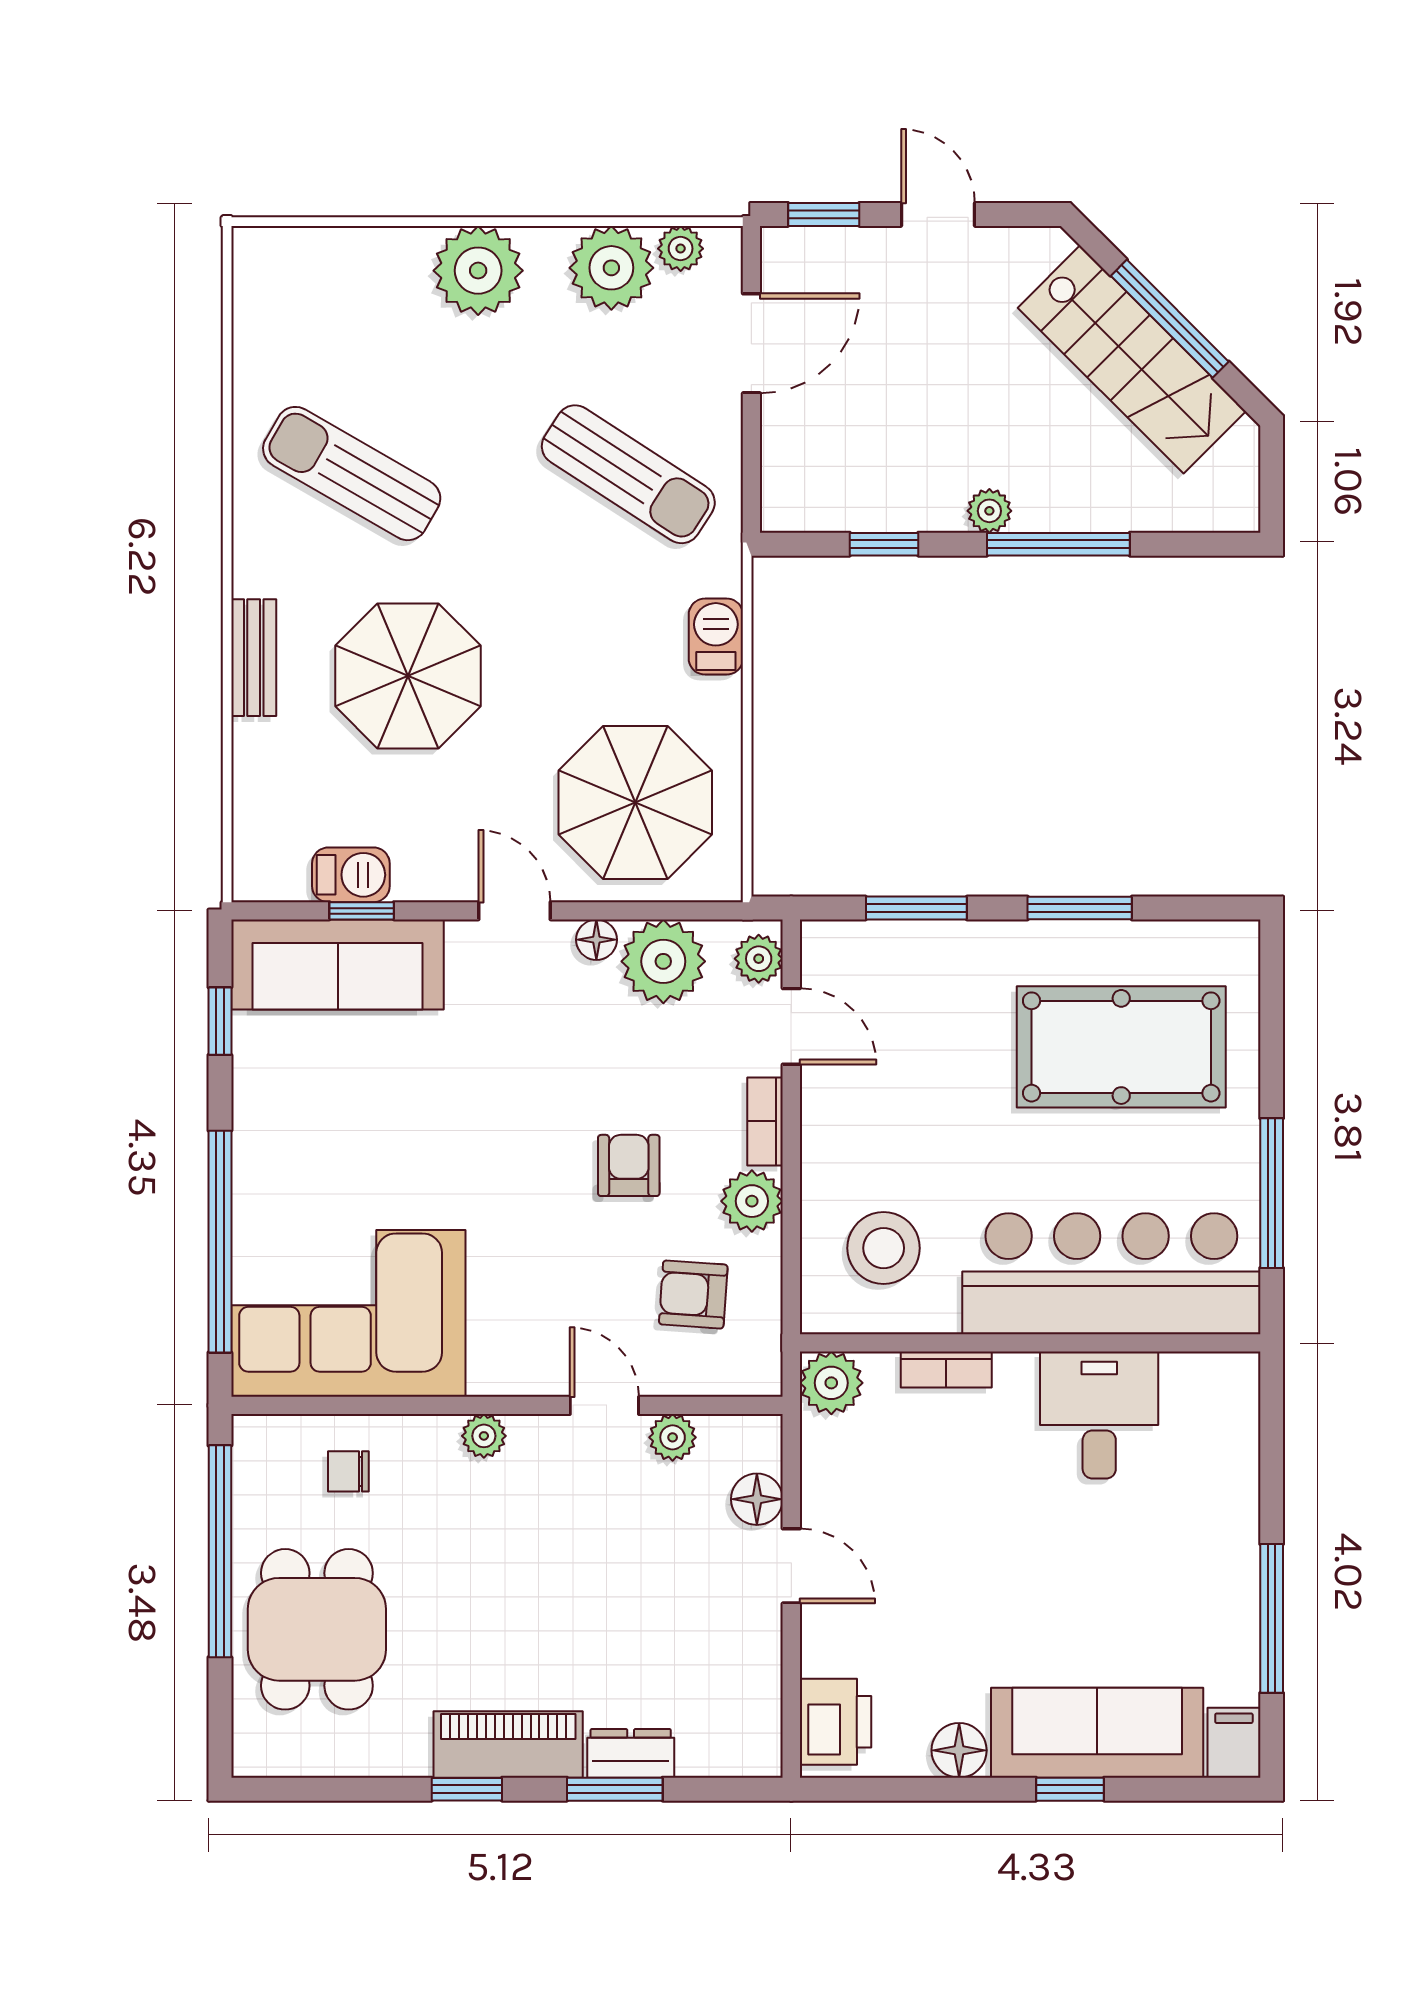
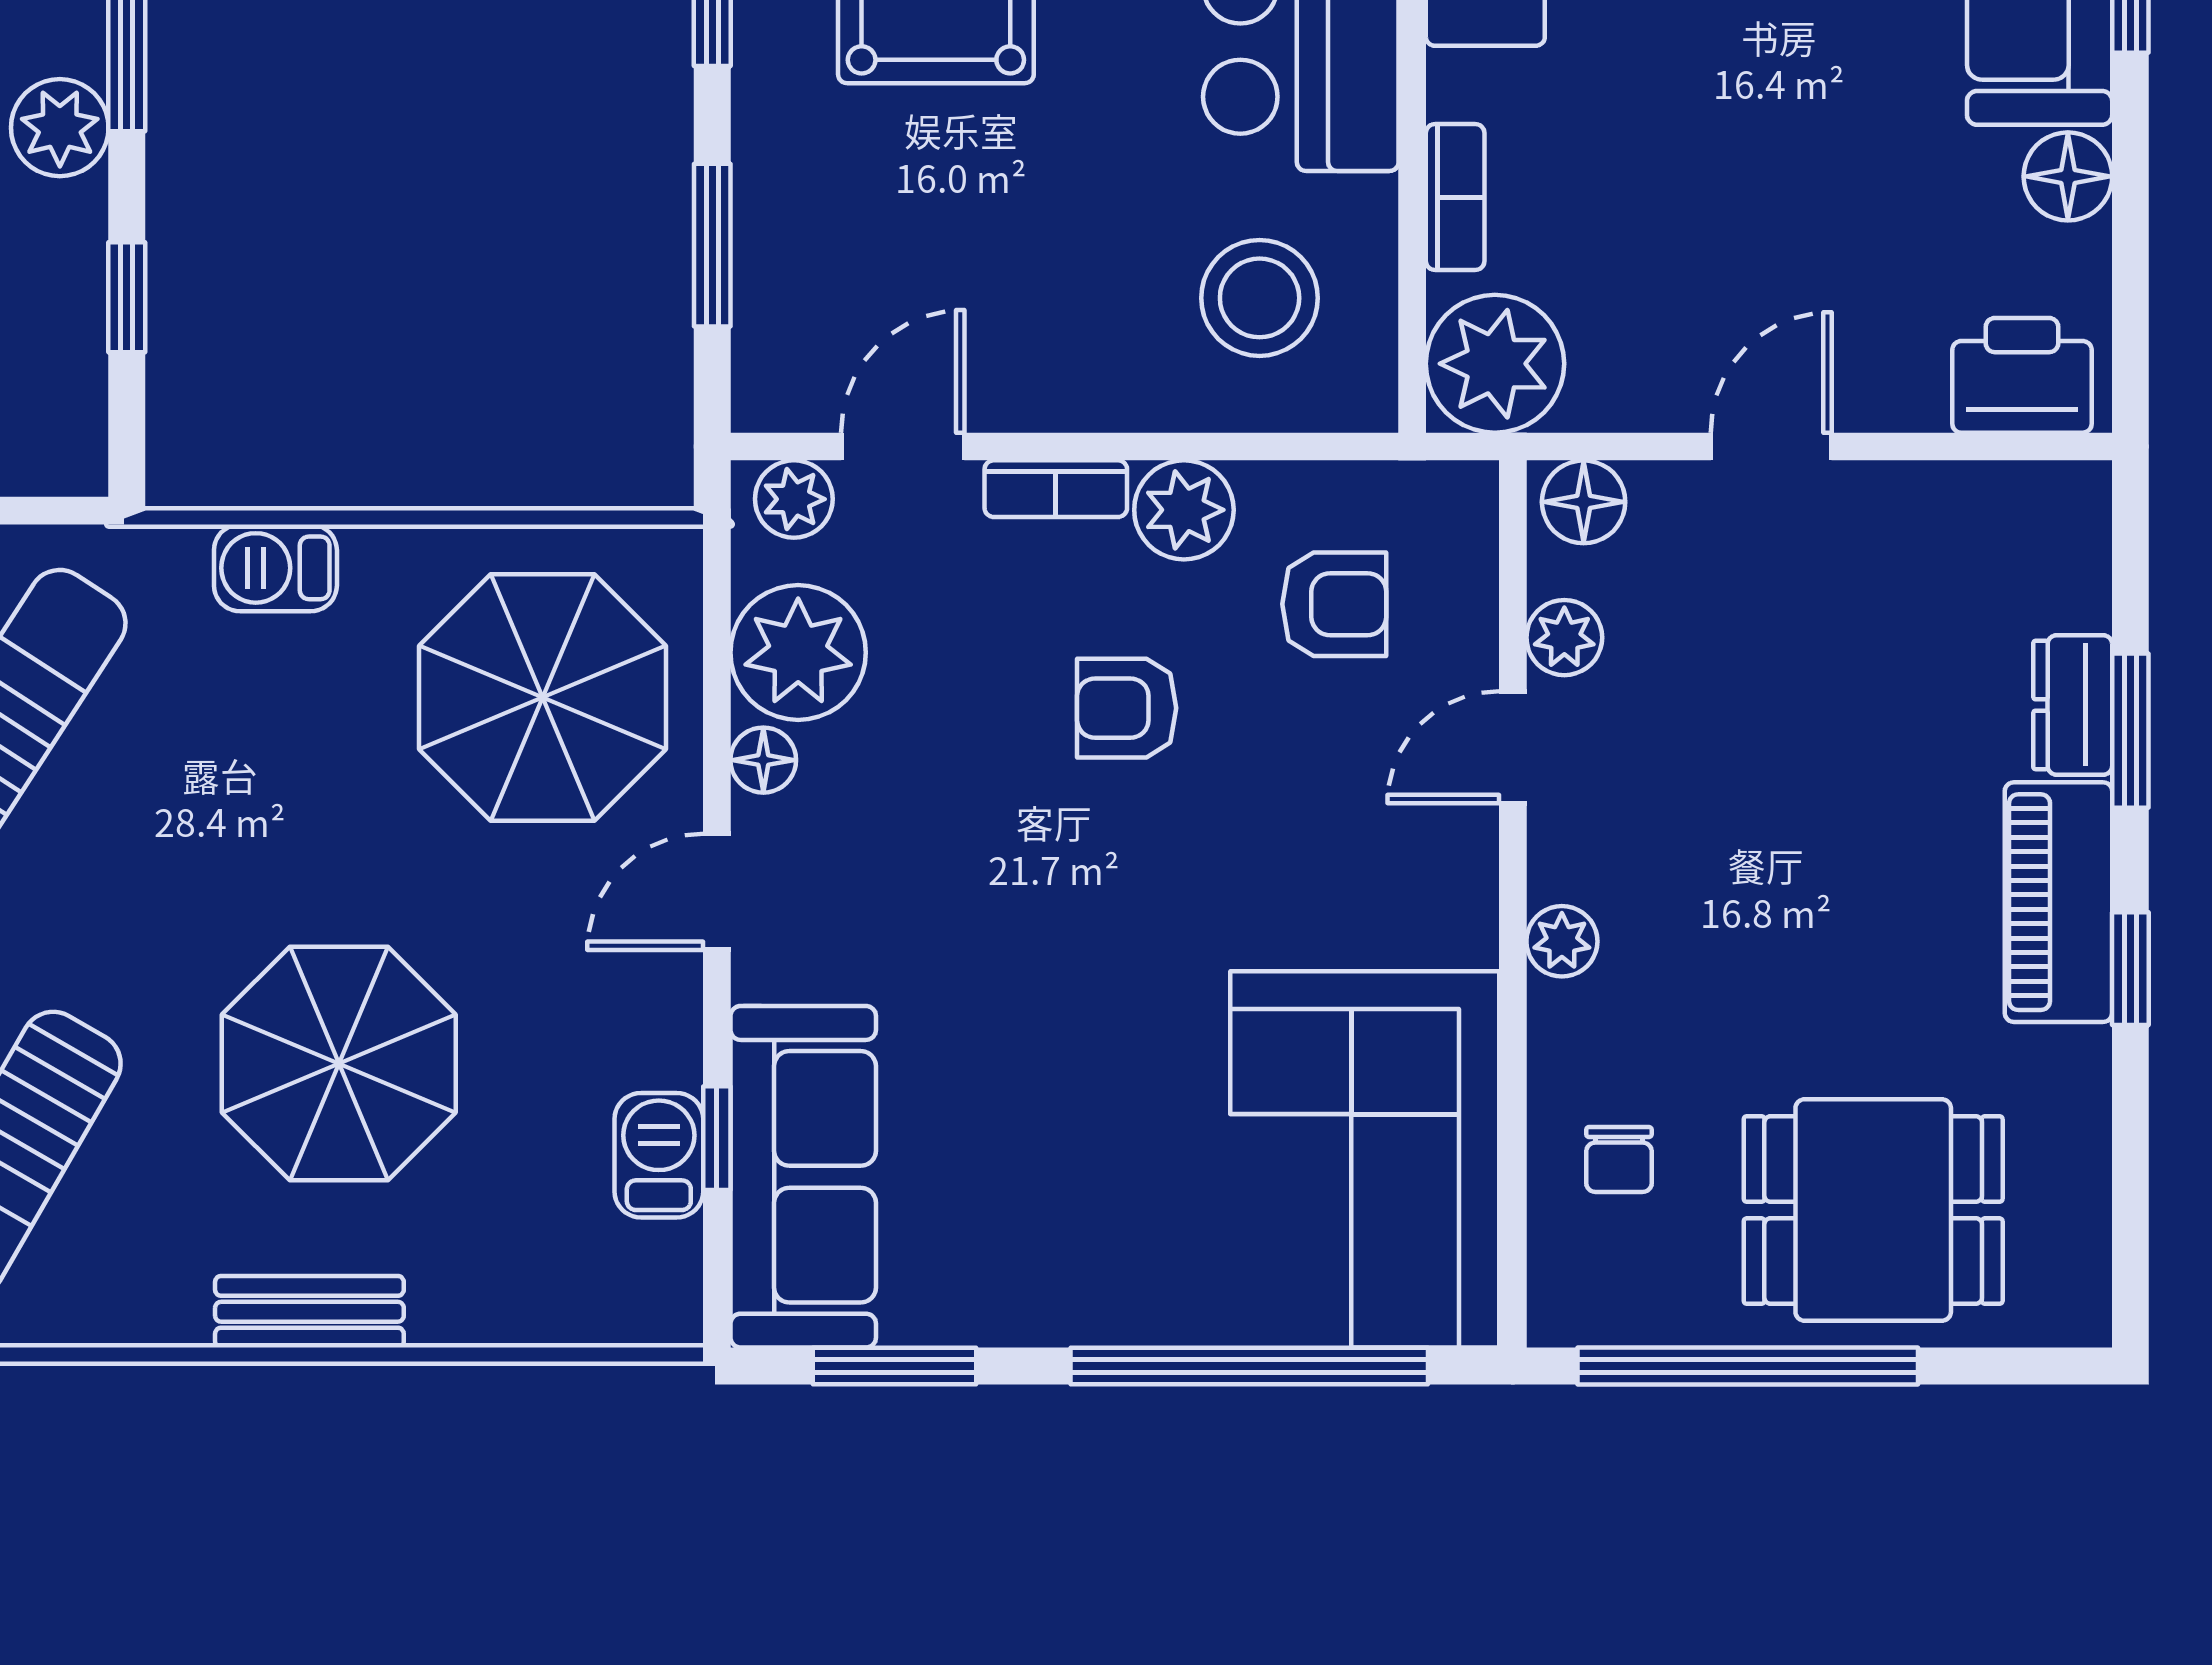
plant: (989, 511) -> (60, 128), width x1.38, depth x1.38
window: (220, 1021) -> (894, 1366), width x1.50
armchair: (693, 1294) -> (1334, 604), turned -94
plant: (831, 1383) -> (1495, 364), width x1.36, depth x1.36
floor lamp: (757, 1499) -> (1584, 502), moved

